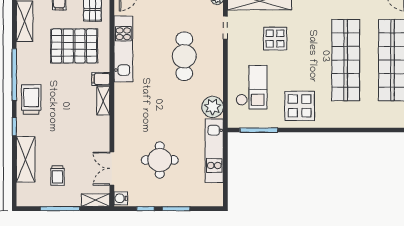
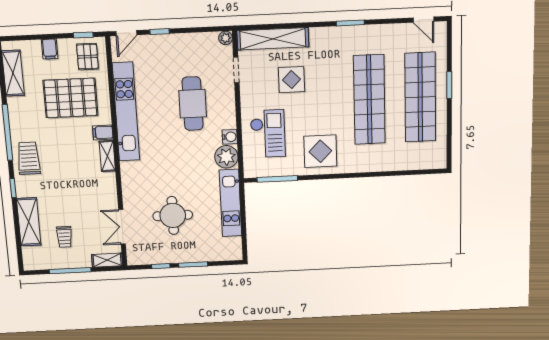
kitchen unit: (123, 49) -> (126, 112), width x1.36
water cooler: (121, 198) -> (230, 137), moved, turned 180

